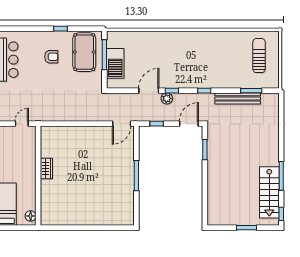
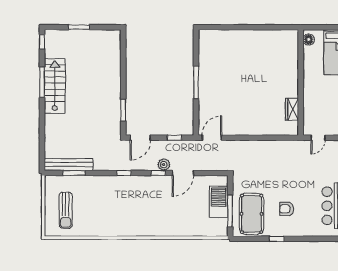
bench: (238, 98) -> (69, 165), moved
wardrobe: (46, 168) -> (292, 109), moved
stairs: (269, 192) -> (55, 86), moved

